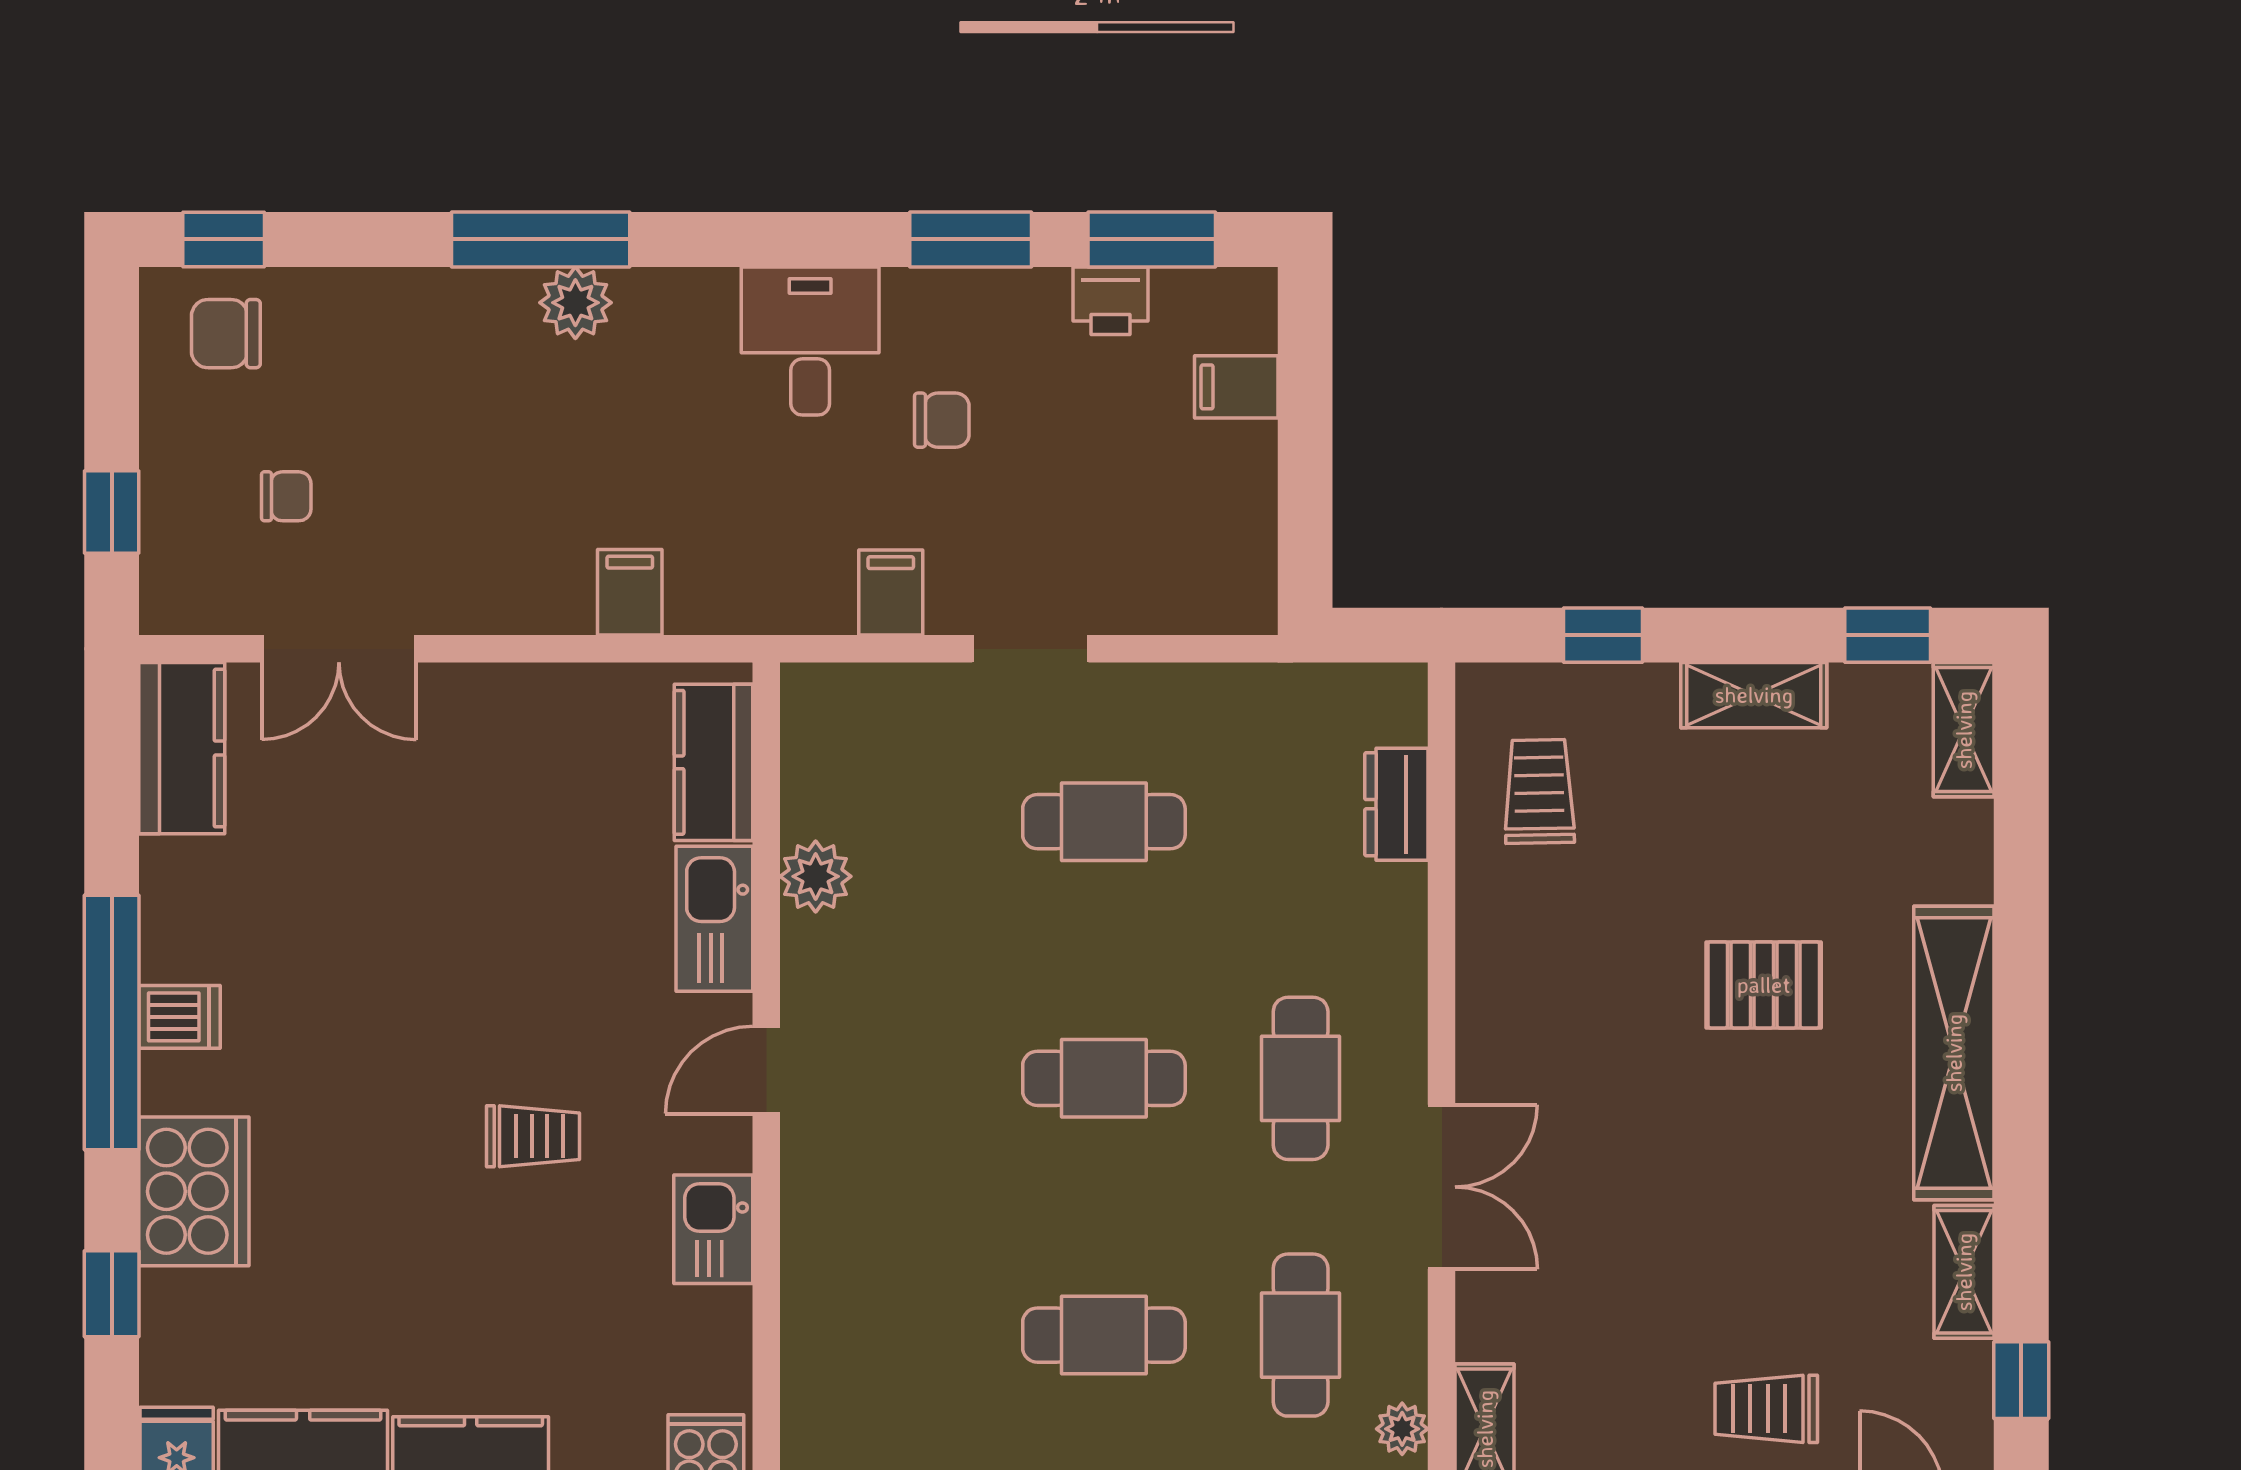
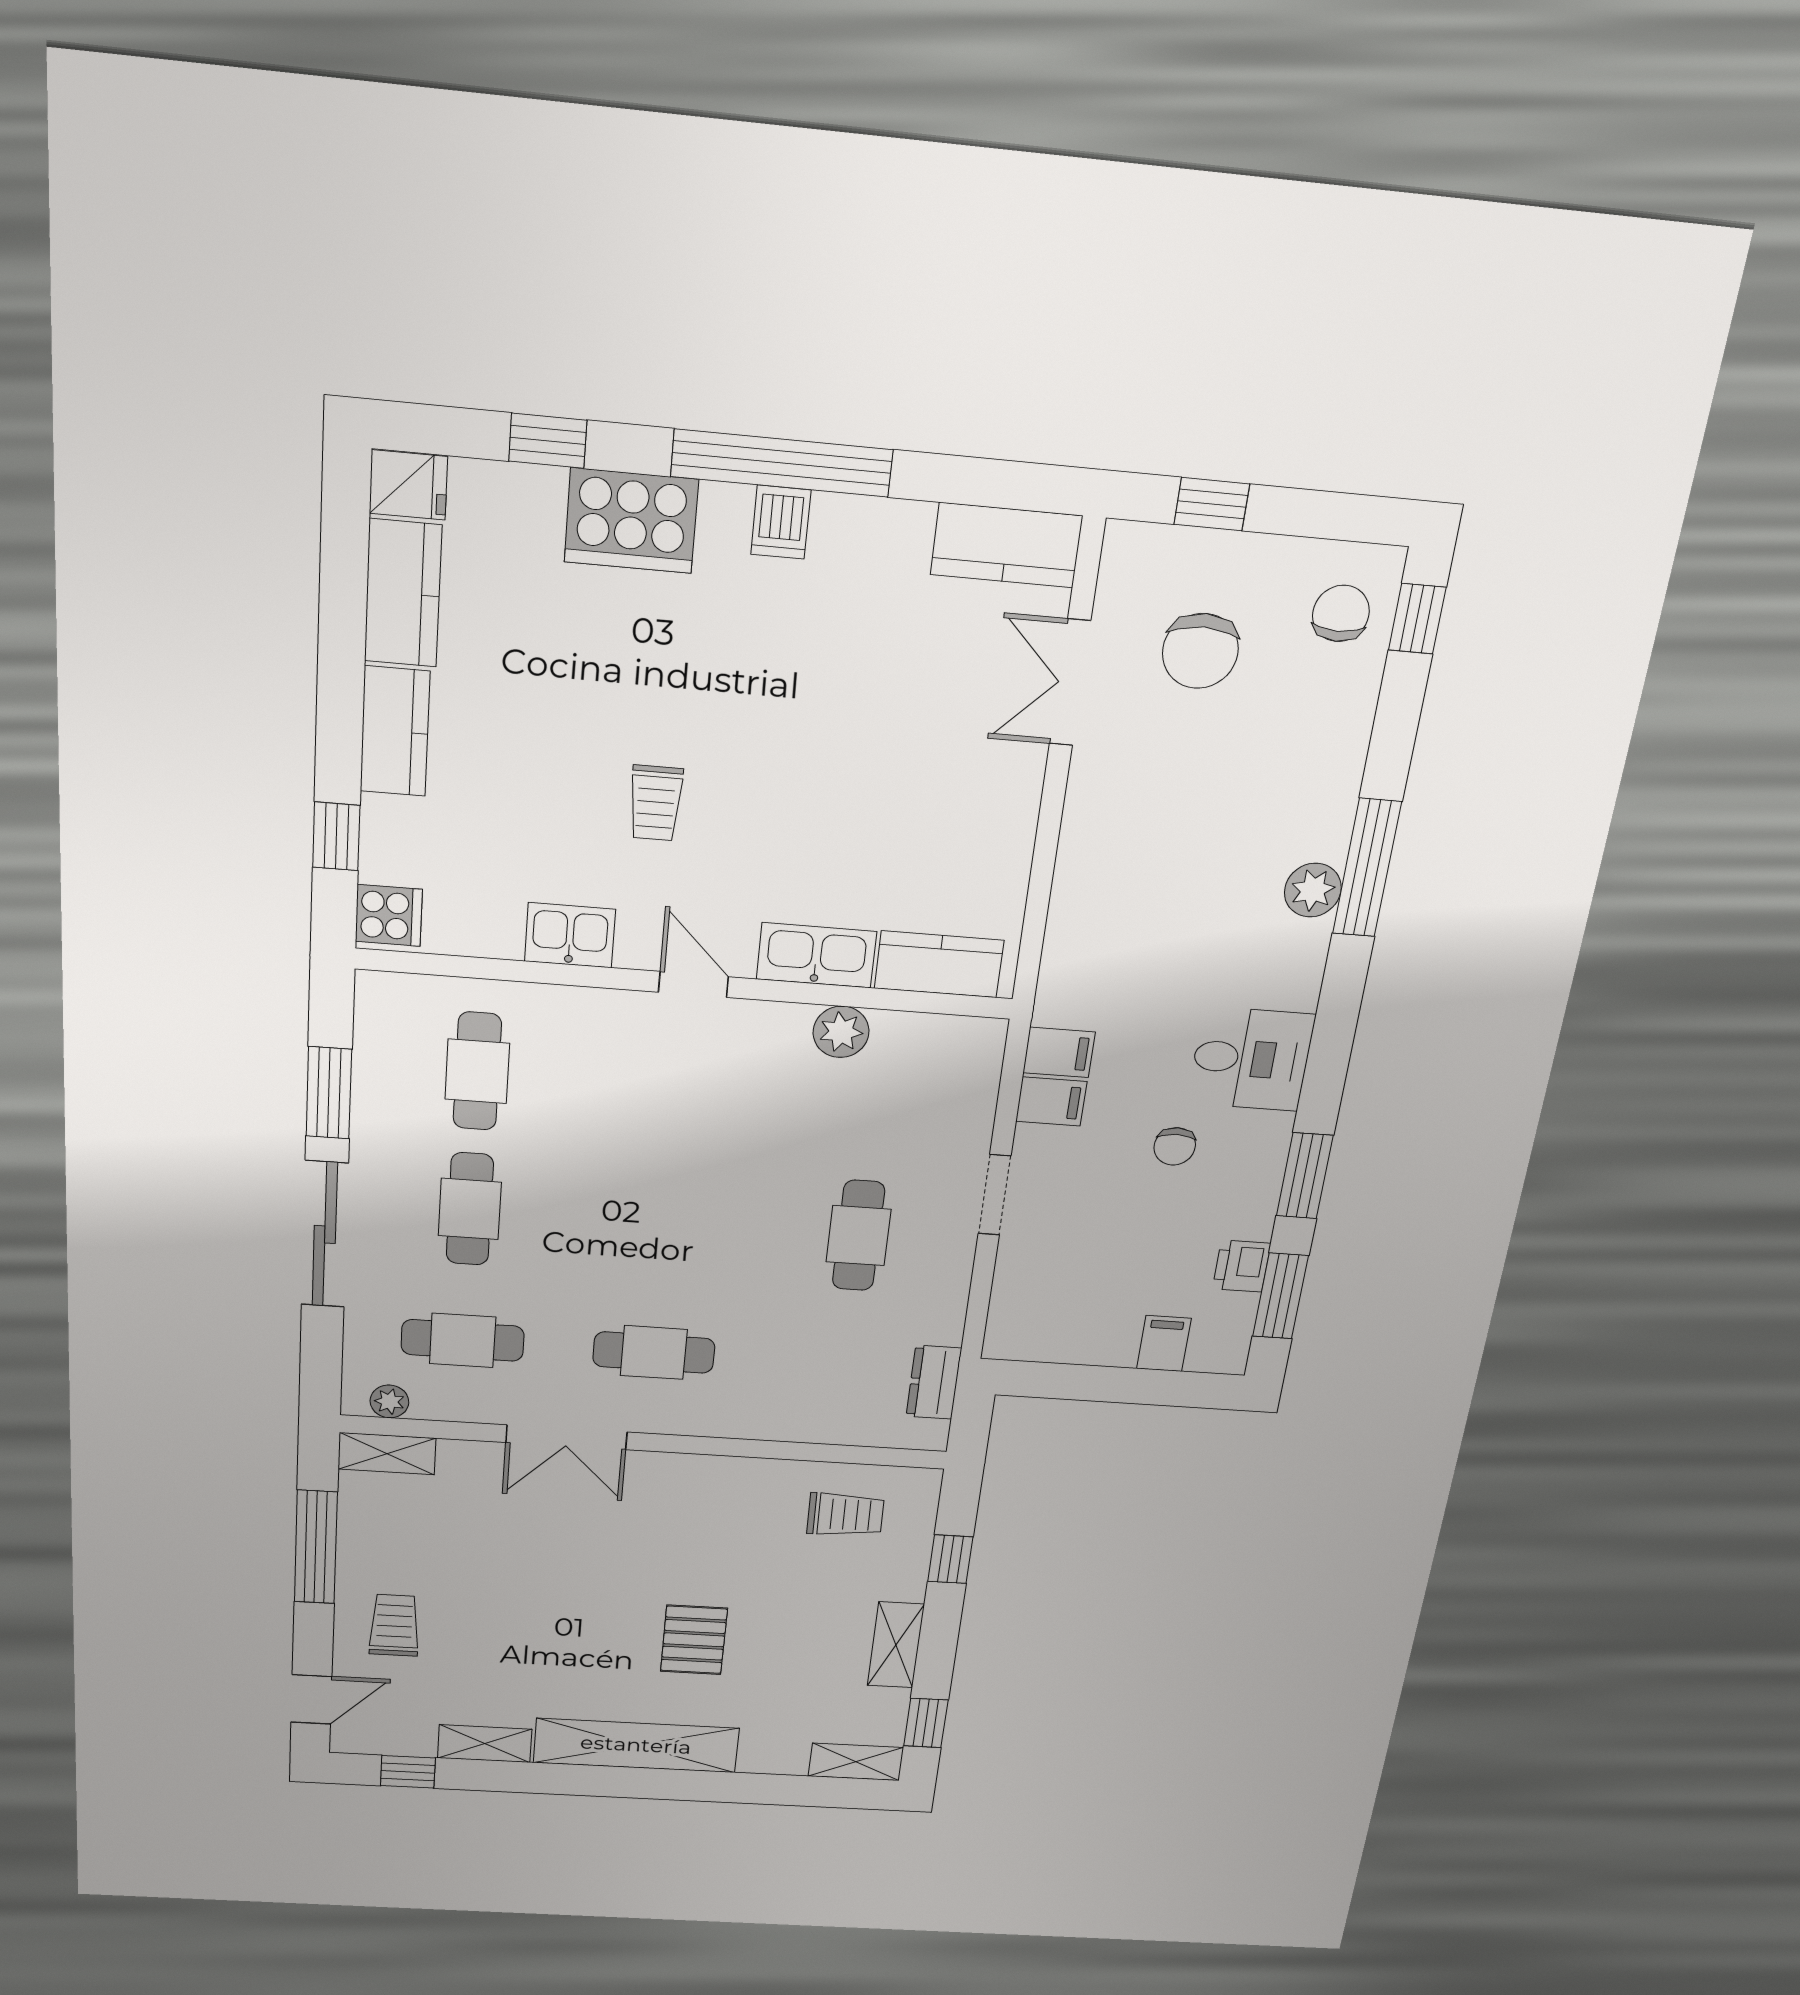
chair: (286, 496) -> (1200, 651), width x1.87, depth x1.87
filing cabinet: (630, 592) -> (1059, 1052), moved
dresser: (1396, 804) -> (934, 1382), moved, turned -90
cafe table: (1104, 1078) -> (477, 1071), moved

